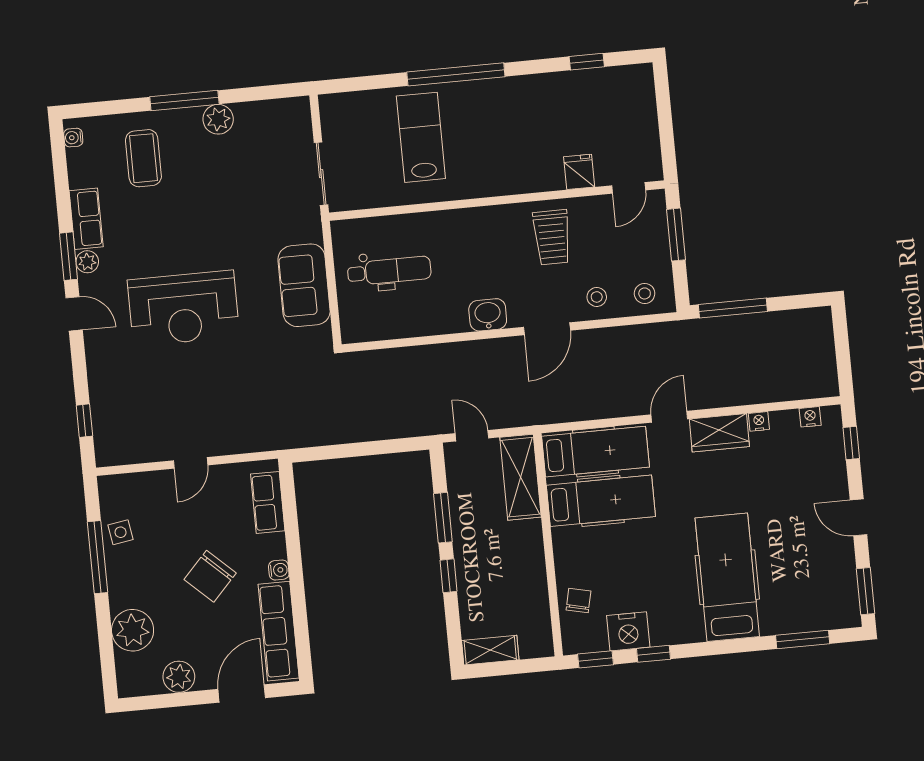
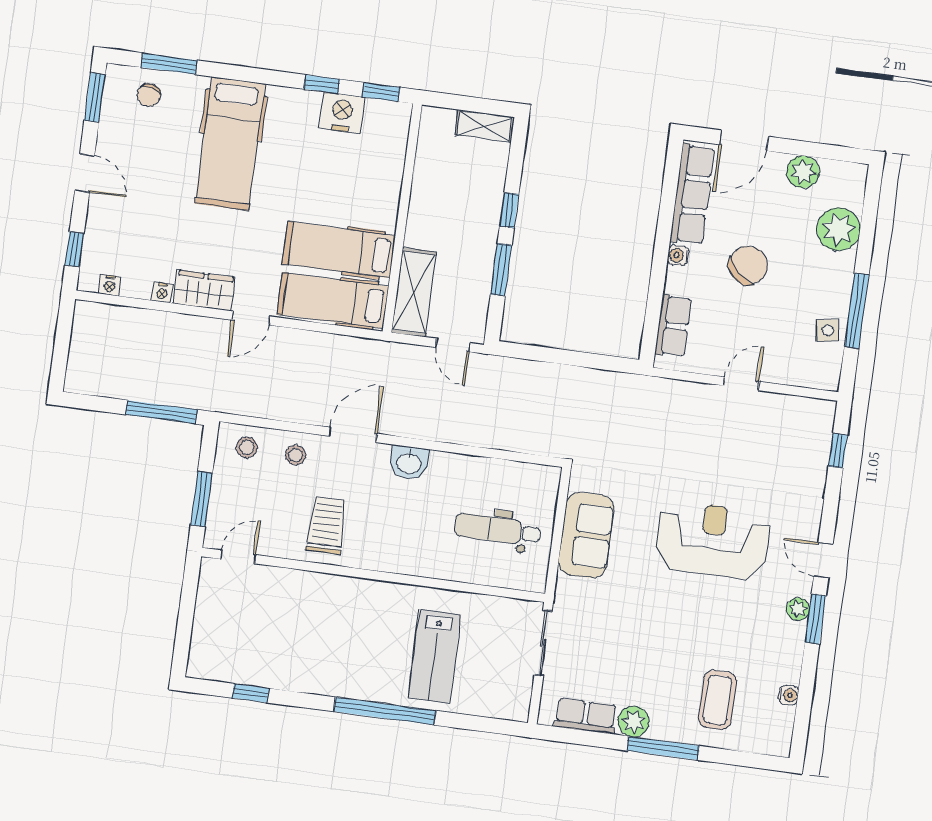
water cooler: (73, 138) -> (789, 695), moved
fridge: (579, 172) -> (284, 585), removed
row of seats: (86, 219) -> (586, 716), moved, turned 90
chair: (579, 600) -> (149, 95), moved

